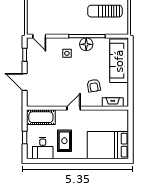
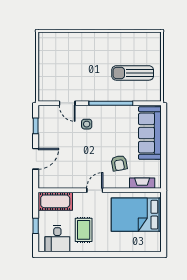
door: (39, 36) -> (67, 103), moved
floor lamp: (86, 44) -> (110, 113), removed
door: (25, 82) -> (36, 159), swing flipped
bed: (108, 145) -> (136, 215), moved

